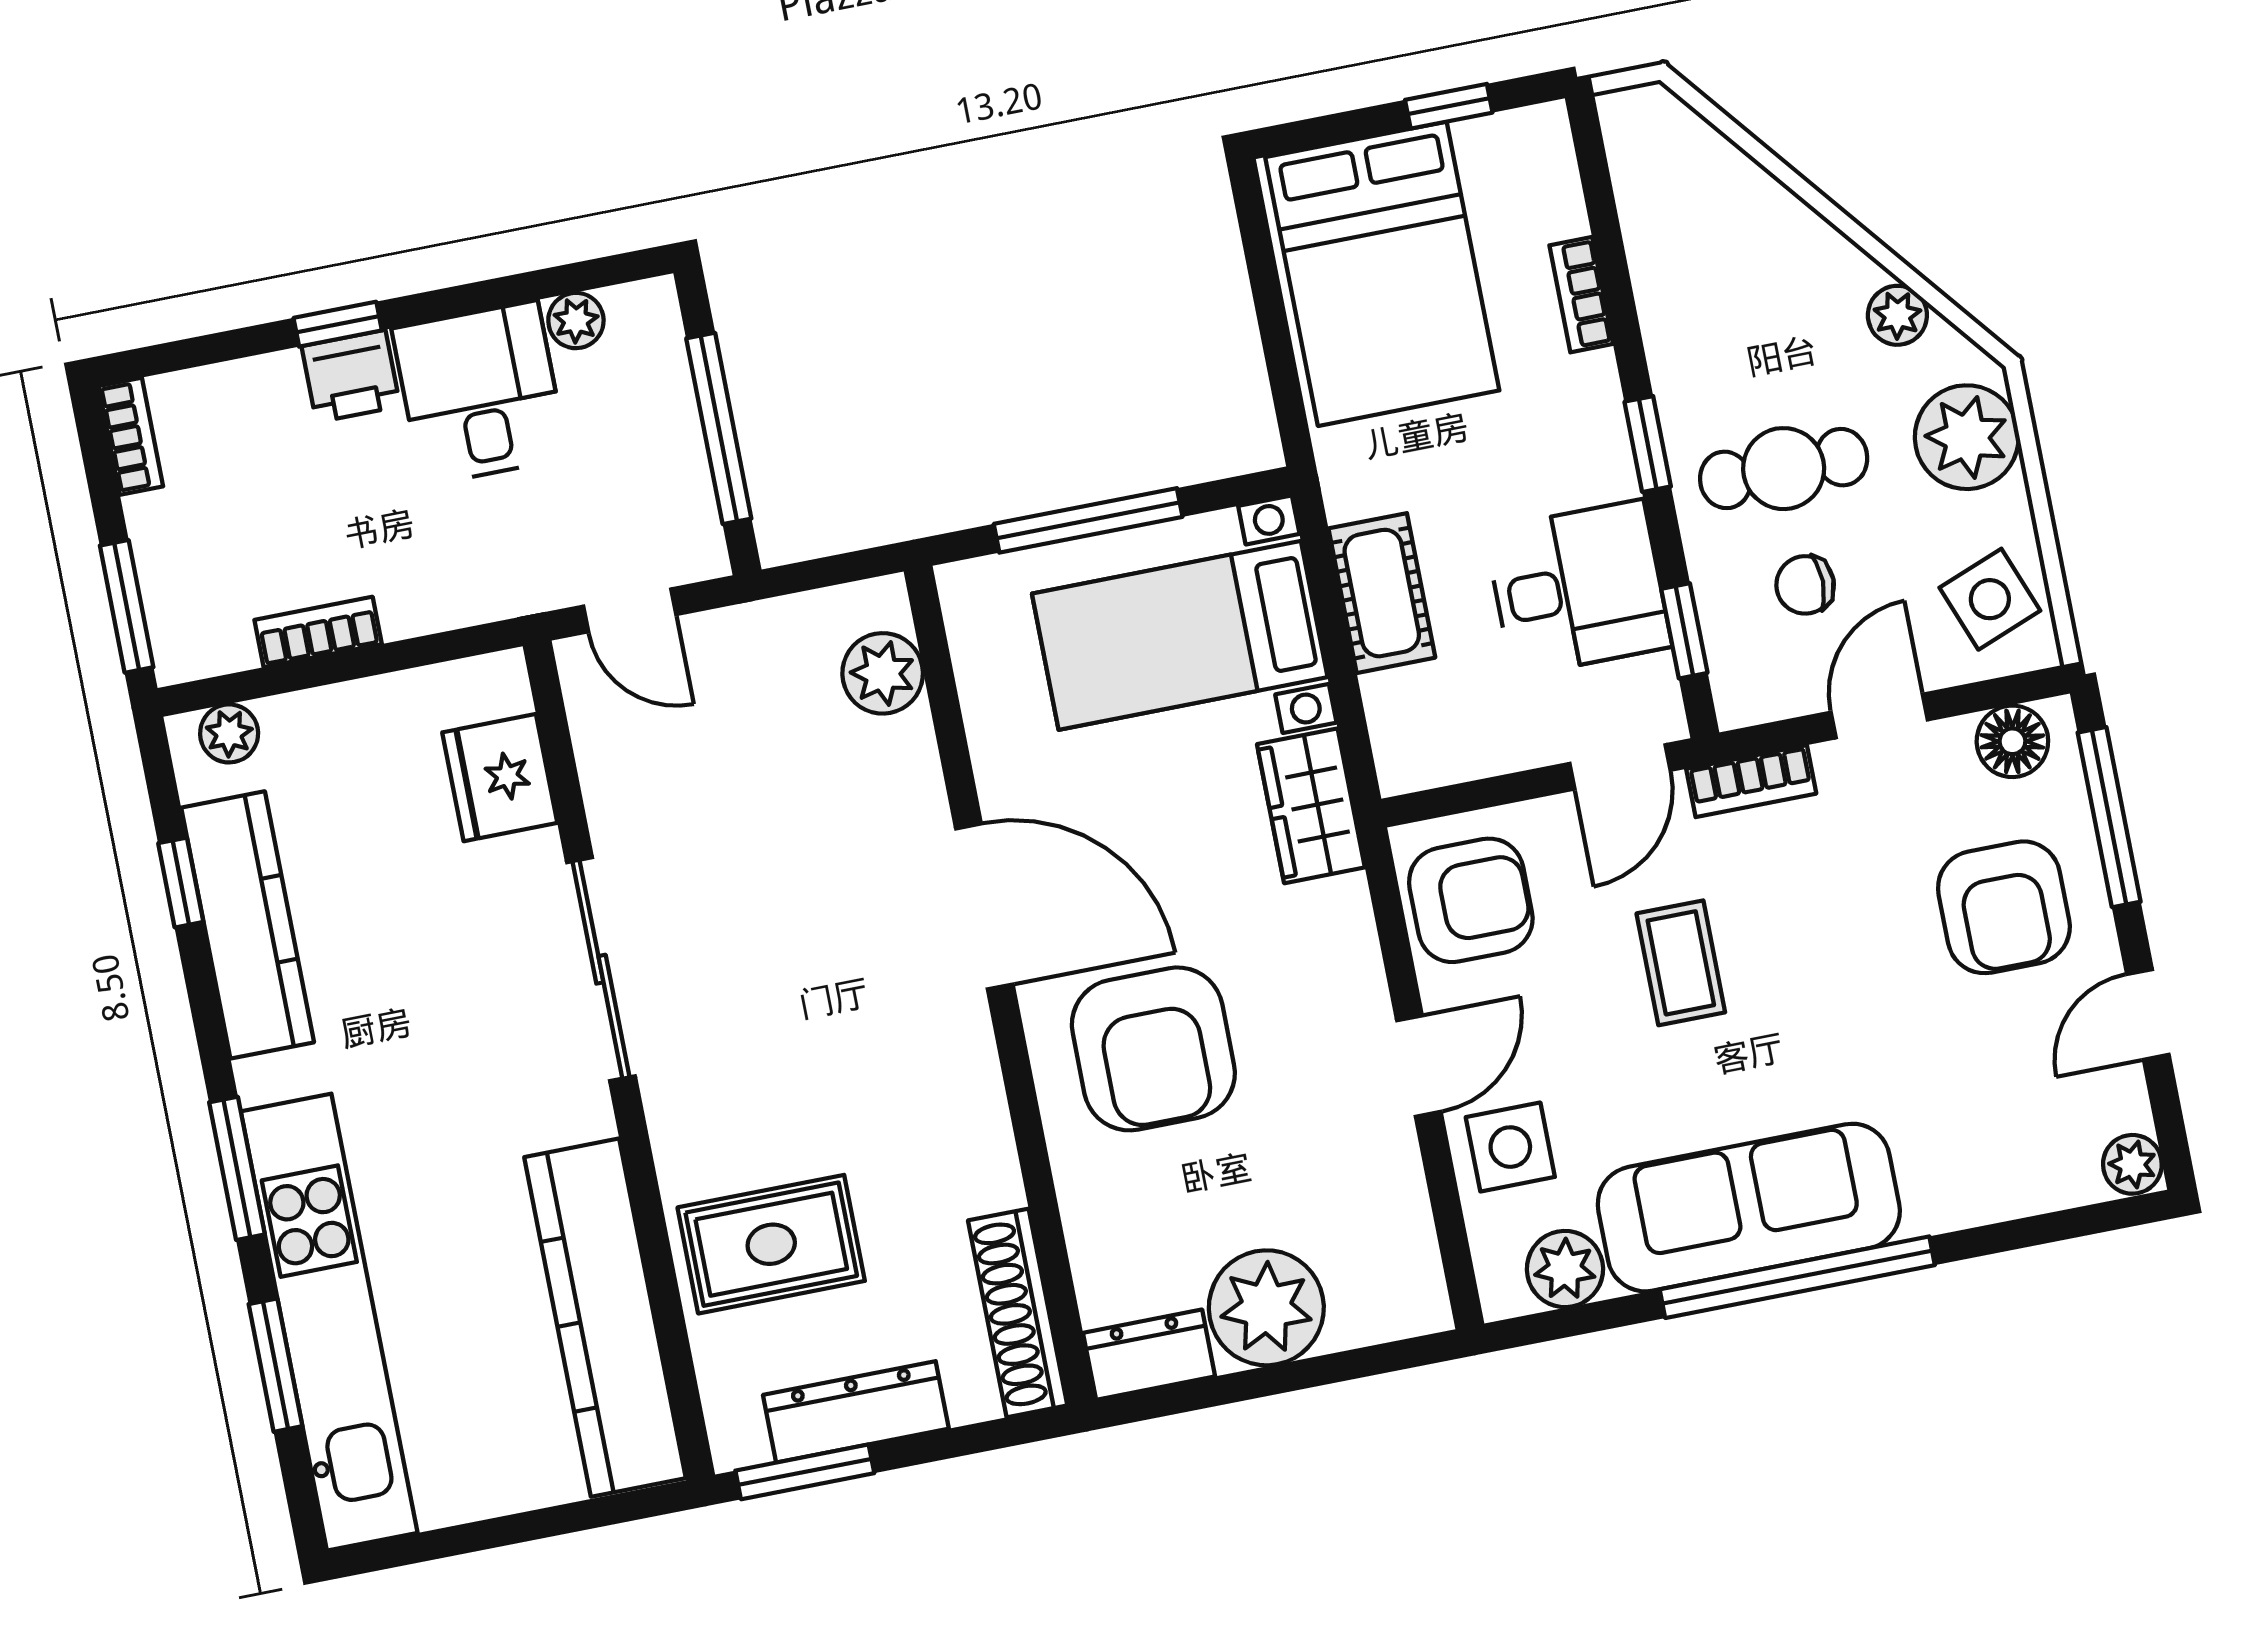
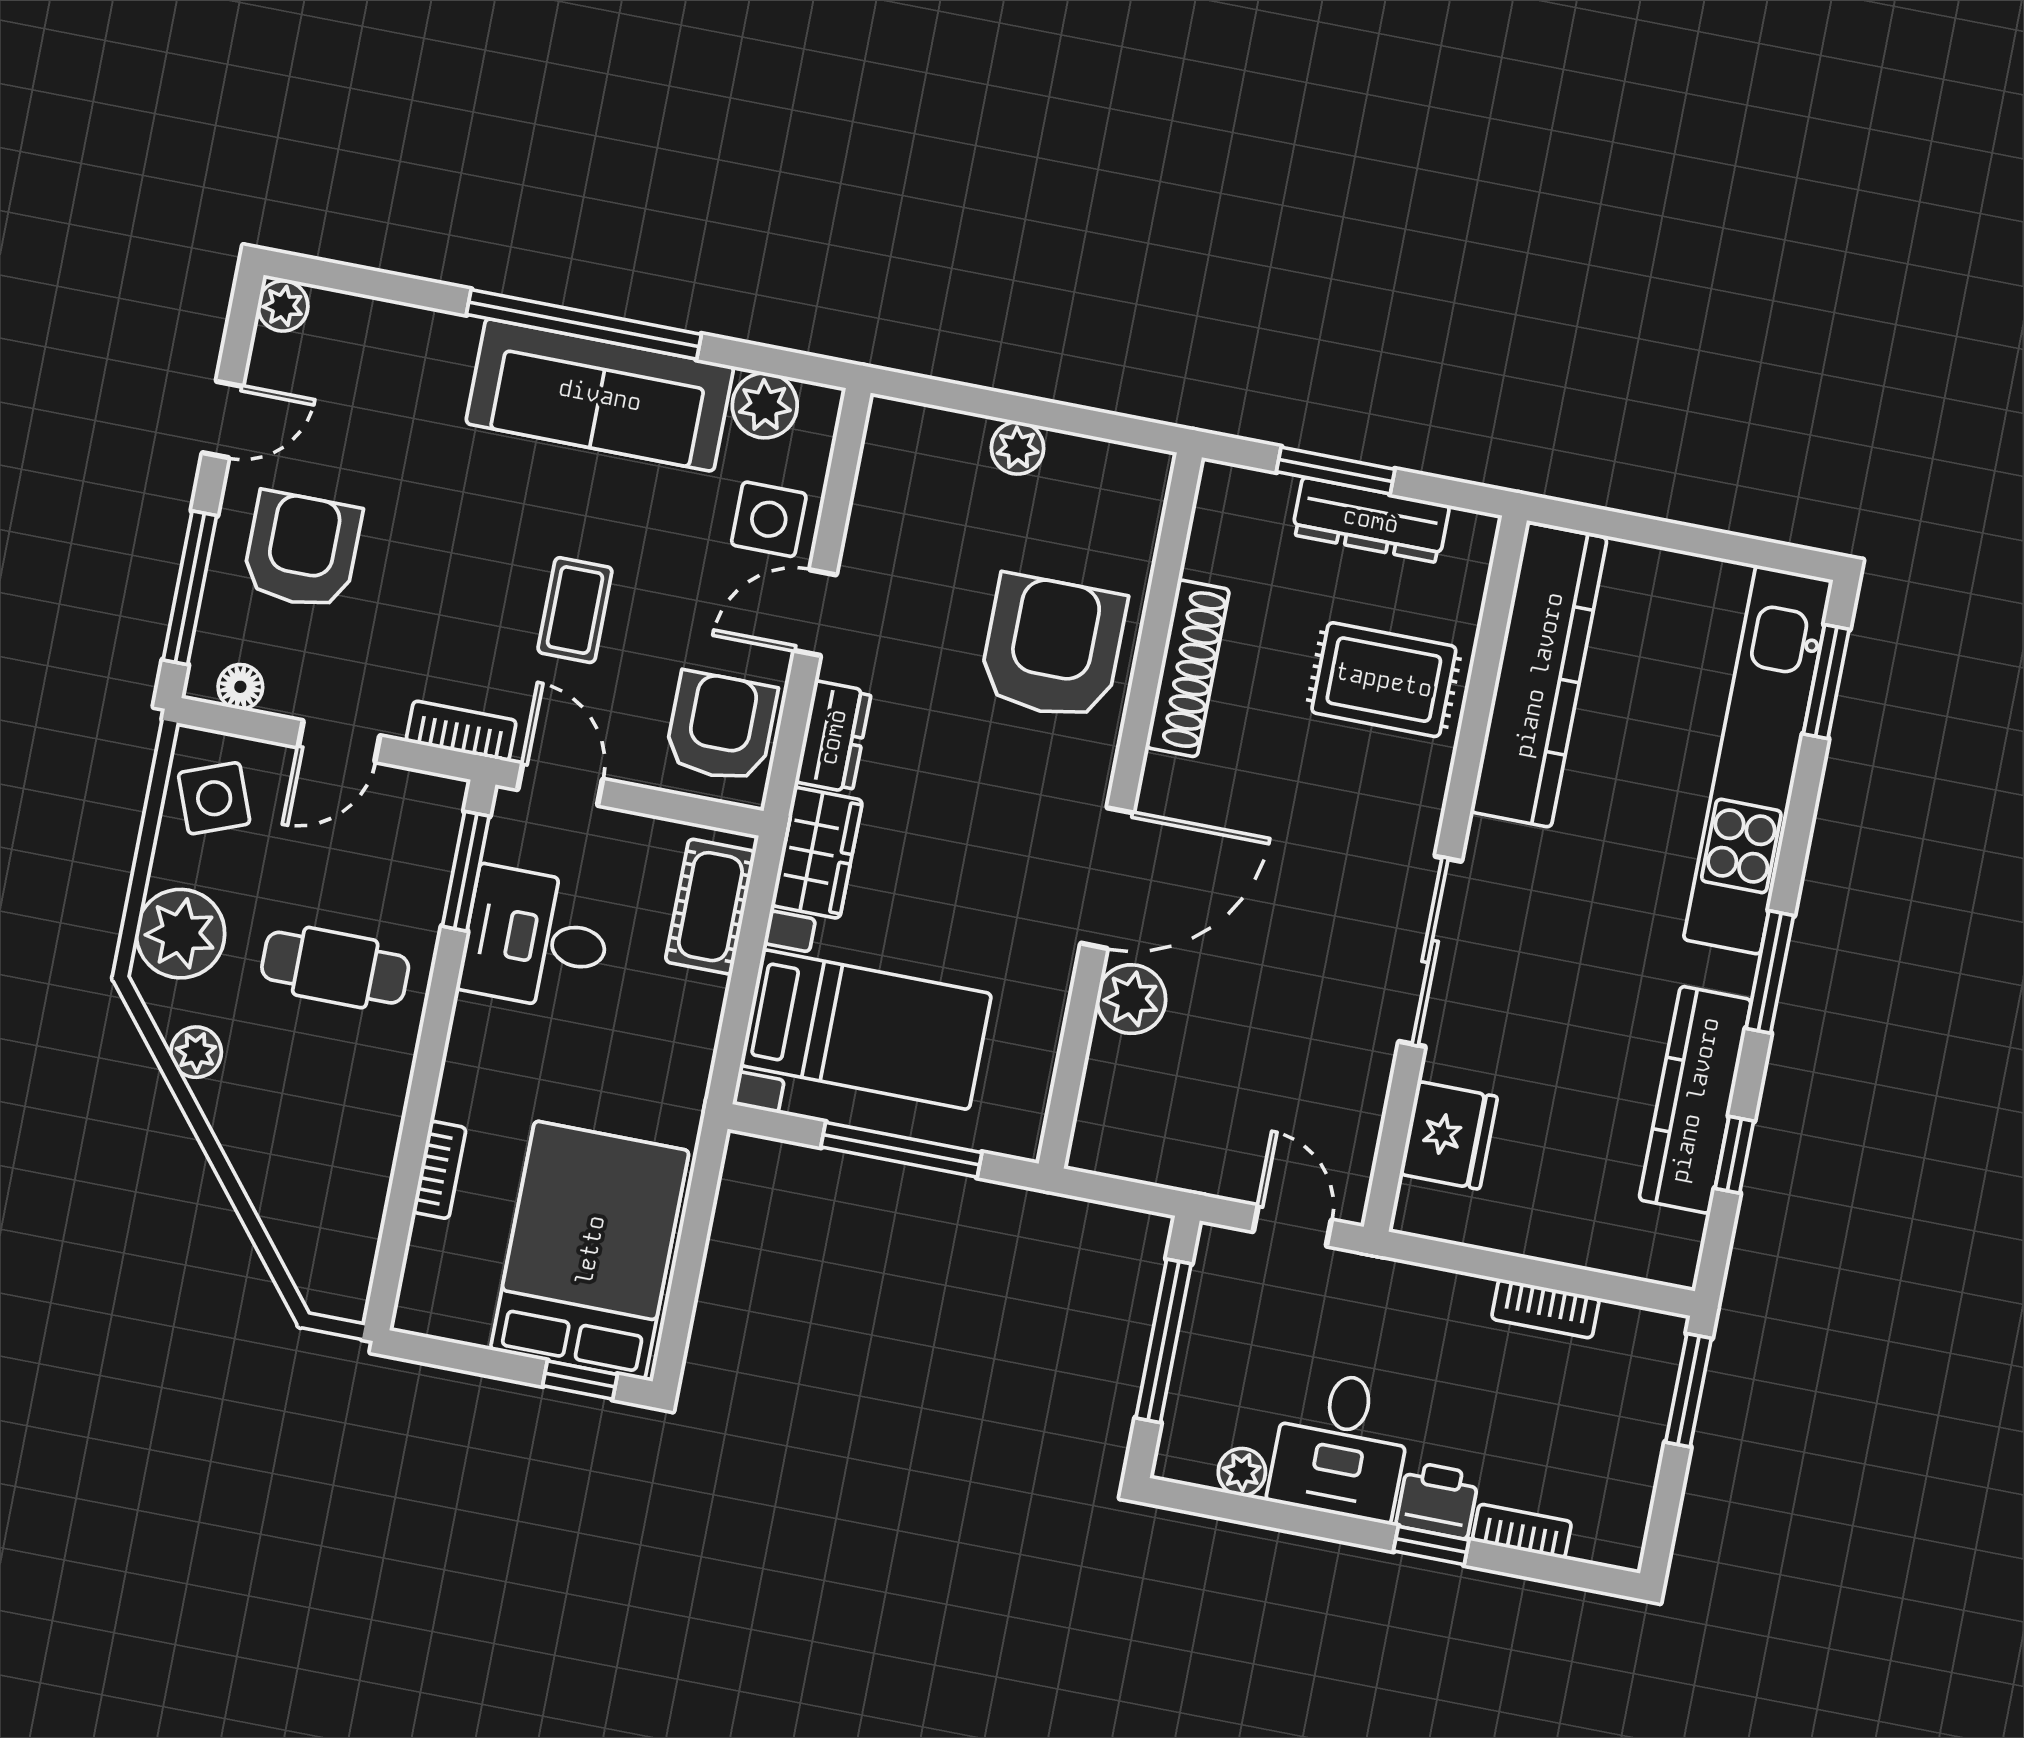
window: (1449, 106) -> (580, 1380), moved
bookcase: (131, 436) -> (1522, 1531), moved, turned 90
window: (1648, 444) -> (435, 1031), removed
chair: (1805, 585) -> (356, 869), removed
cot: (1382, 593) -> (710, 907), moved
window: (1684, 631) -> (466, 871), width x1.50
plant: (883, 673) -> (1131, 999), moved
plant: (229, 733) -> (1648, 1257), removed
floor lamp: (2012, 741) -> (240, 687), width x0.73, depth x0.73
door: (1620, 767) -> (560, 784), hinge flipped
armchair: (1471, 900) -> (721, 727), turned 90
door: (984, 906) -> (1107, 878), swing flipped
armchair: (1153, 1049) -> (1053, 647), moved
window: (237, 1168) -> (1770, 972), moved
plant: (1266, 1308) -> (1017, 448), width x0.53, depth x0.53
shoe rack: (1018, 1313) -> (1188, 668), moved
dresser: (1149, 1355) -> (833, 737), moved, turned -90
window: (275, 1365) -> (1826, 682), moved
window: (805, 1472) -> (1336, 471), moved

